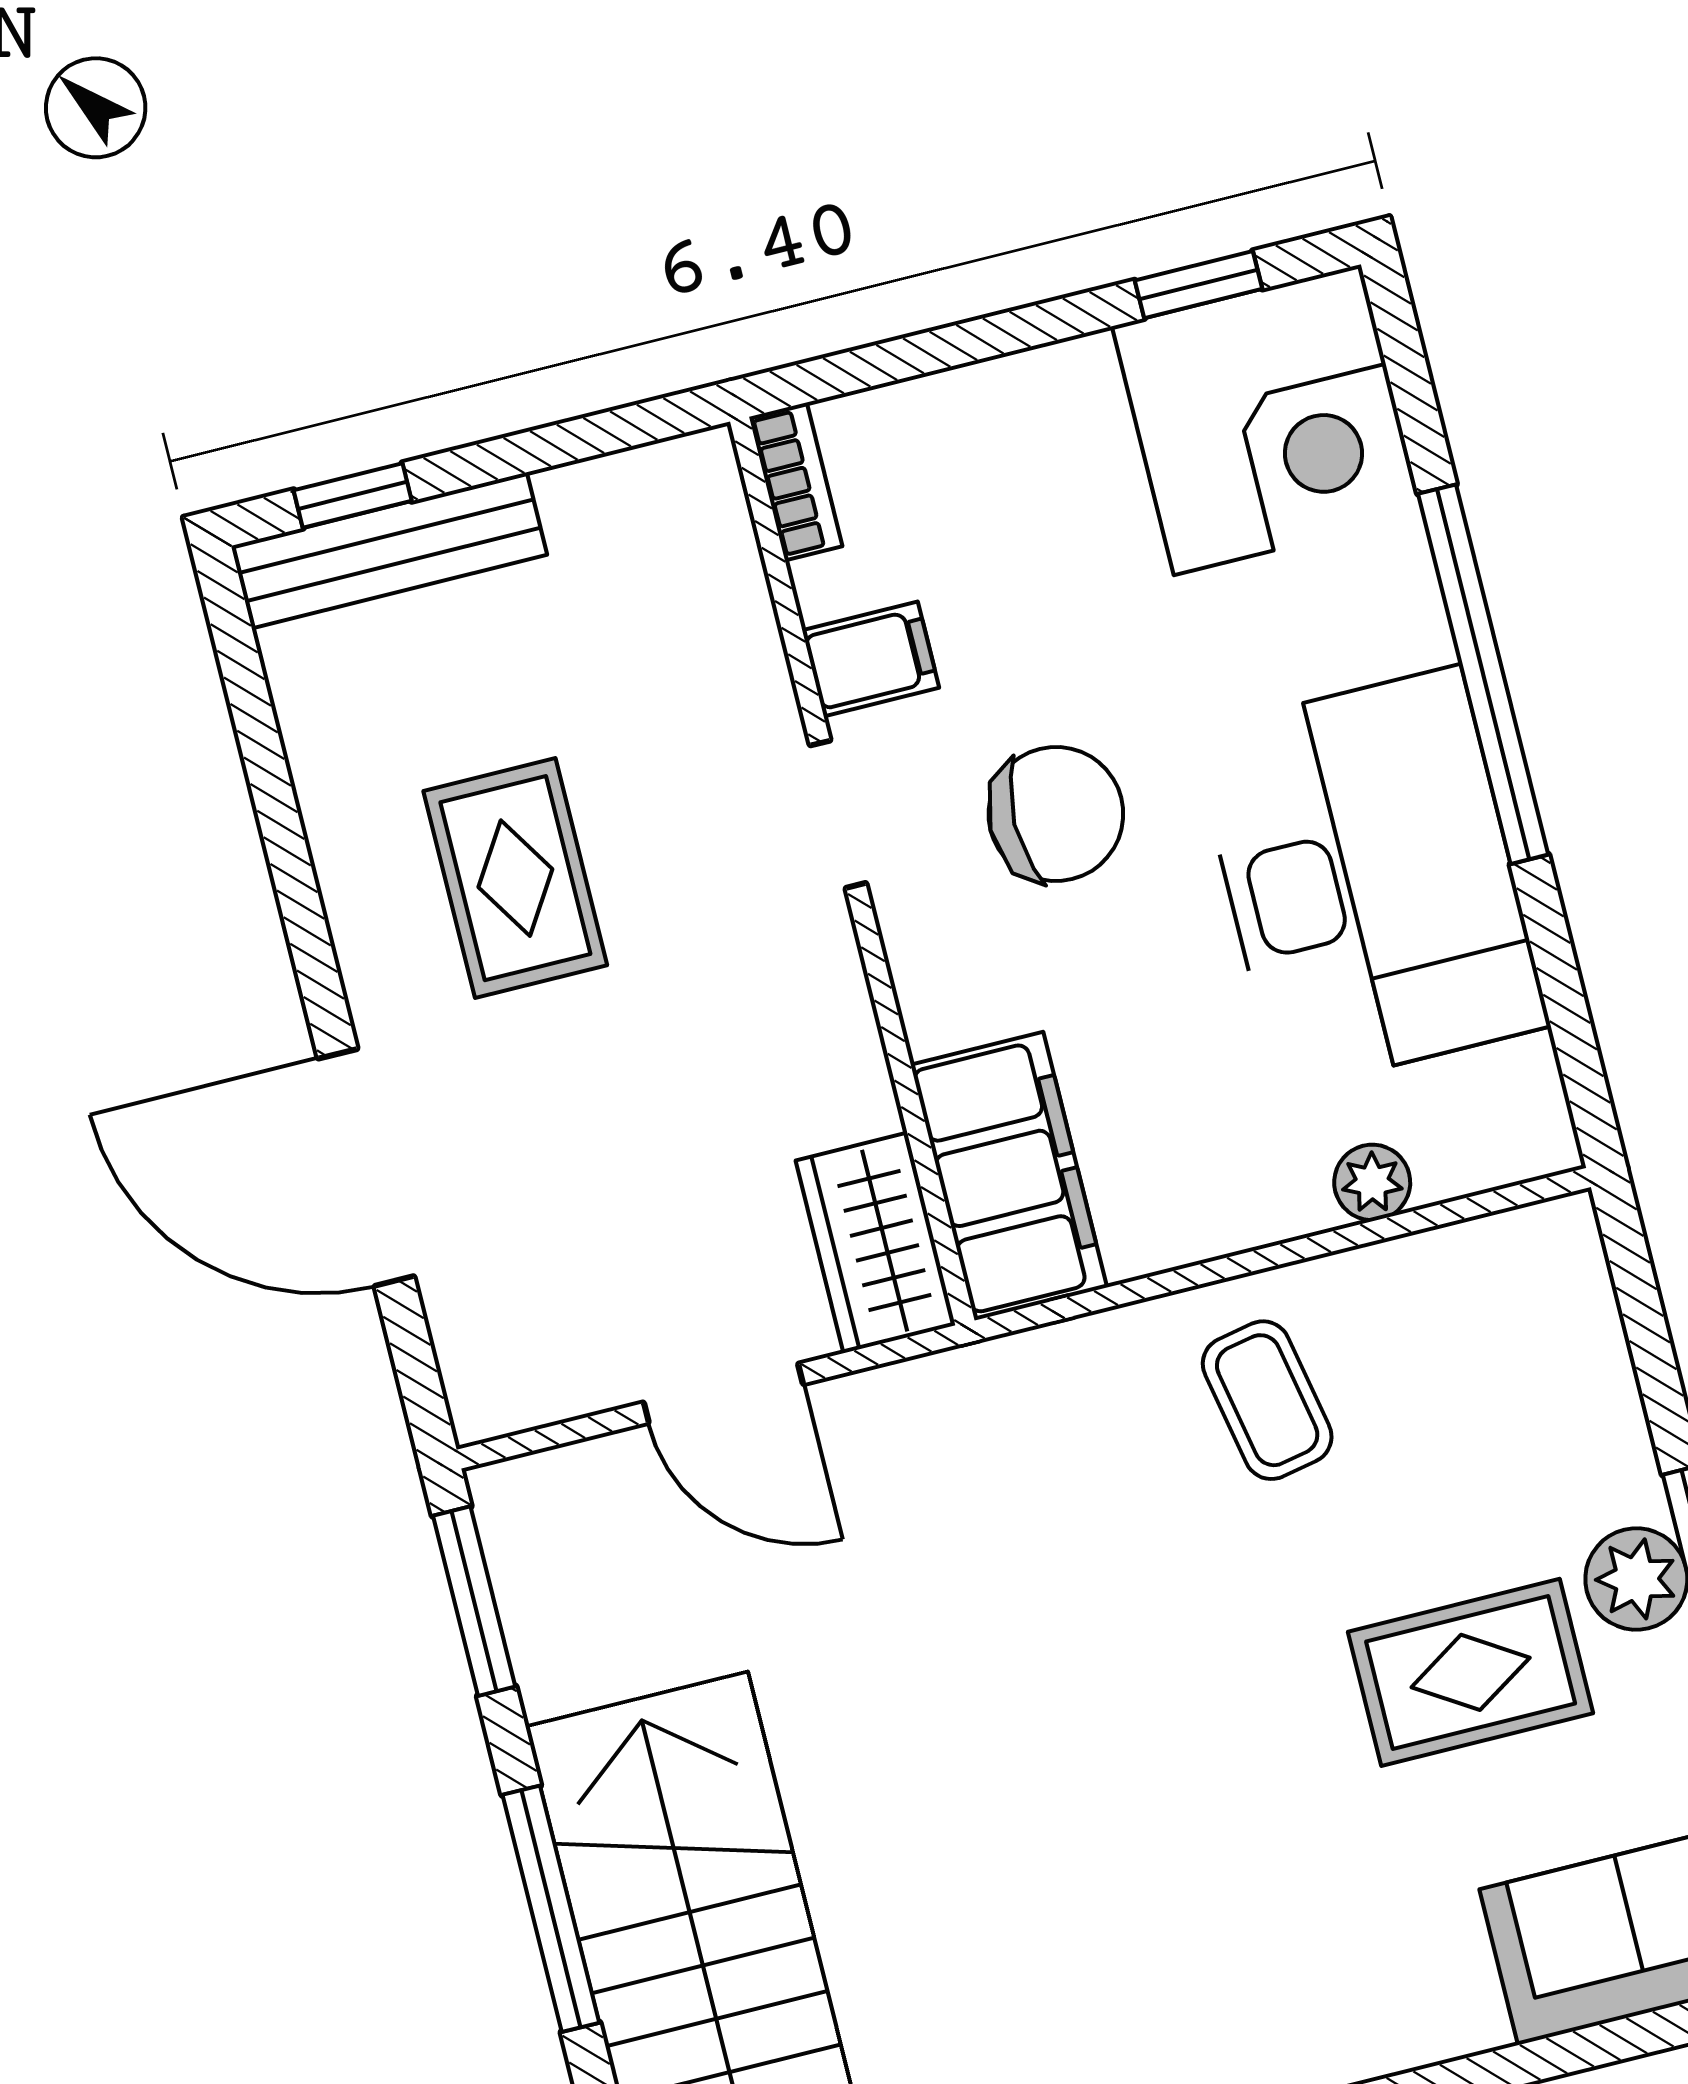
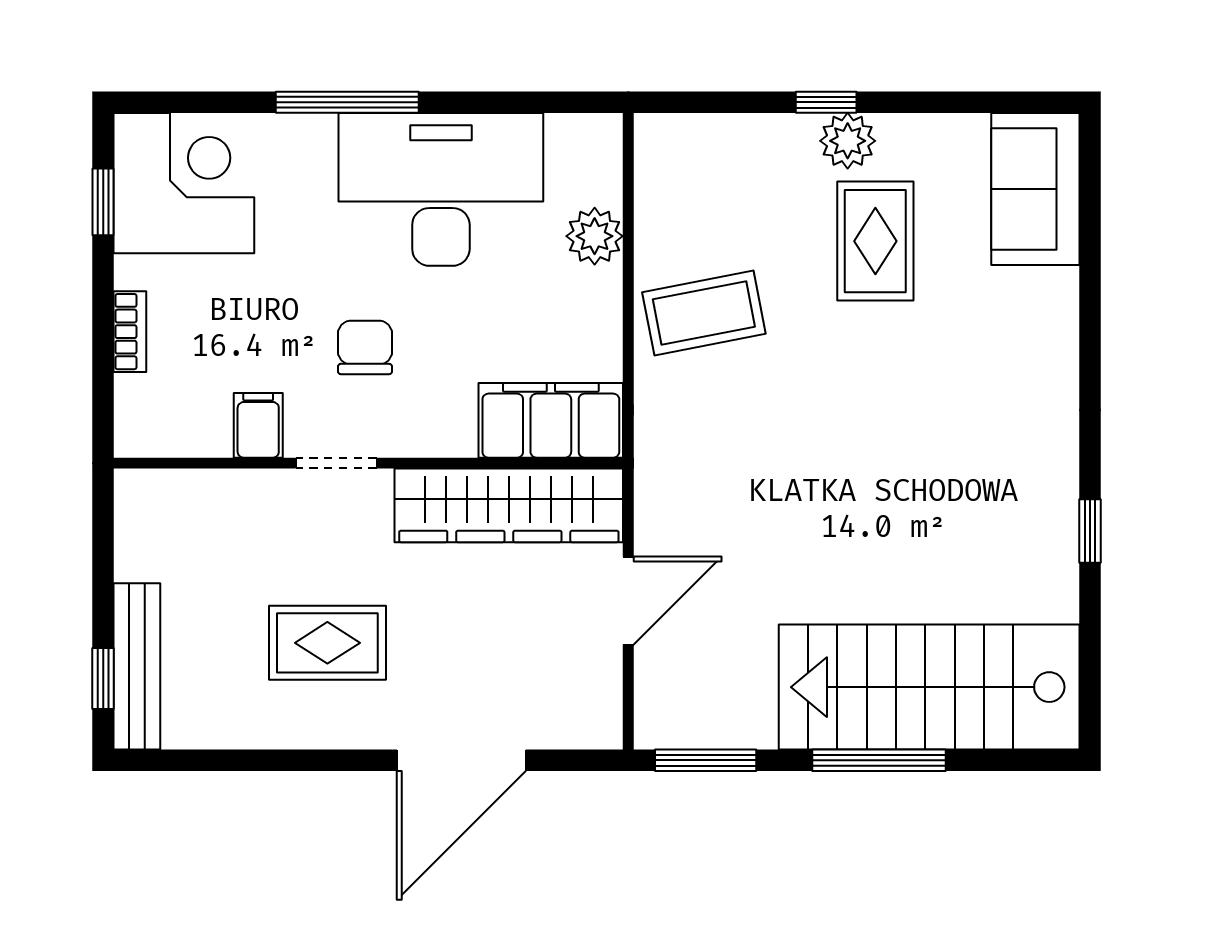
bookcase: (796, 482) -> (130, 332), moved, turned 90
window: (1483, 674) -> (347, 102), width x0.68
chair: (1056, 814) -> (365, 347), width x0.73, depth x0.73
plant: (1372, 1182) -> (595, 236), width x1.38, depth x1.38
wardrobe: (875, 1243) -> (509, 505), width x2.10, depth x1.17
coffee table: (1267, 1400) -> (704, 313), width x1.36, depth x1.30

